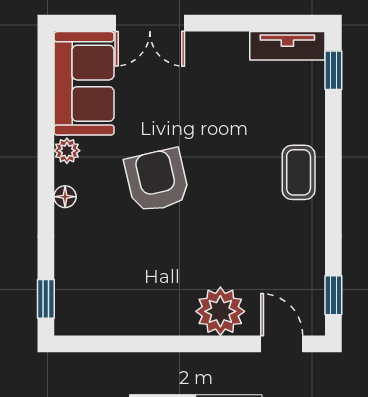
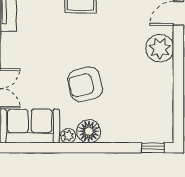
floor lamp: (65, 197) -> (89, 131), width x1.89, depth x1.89

